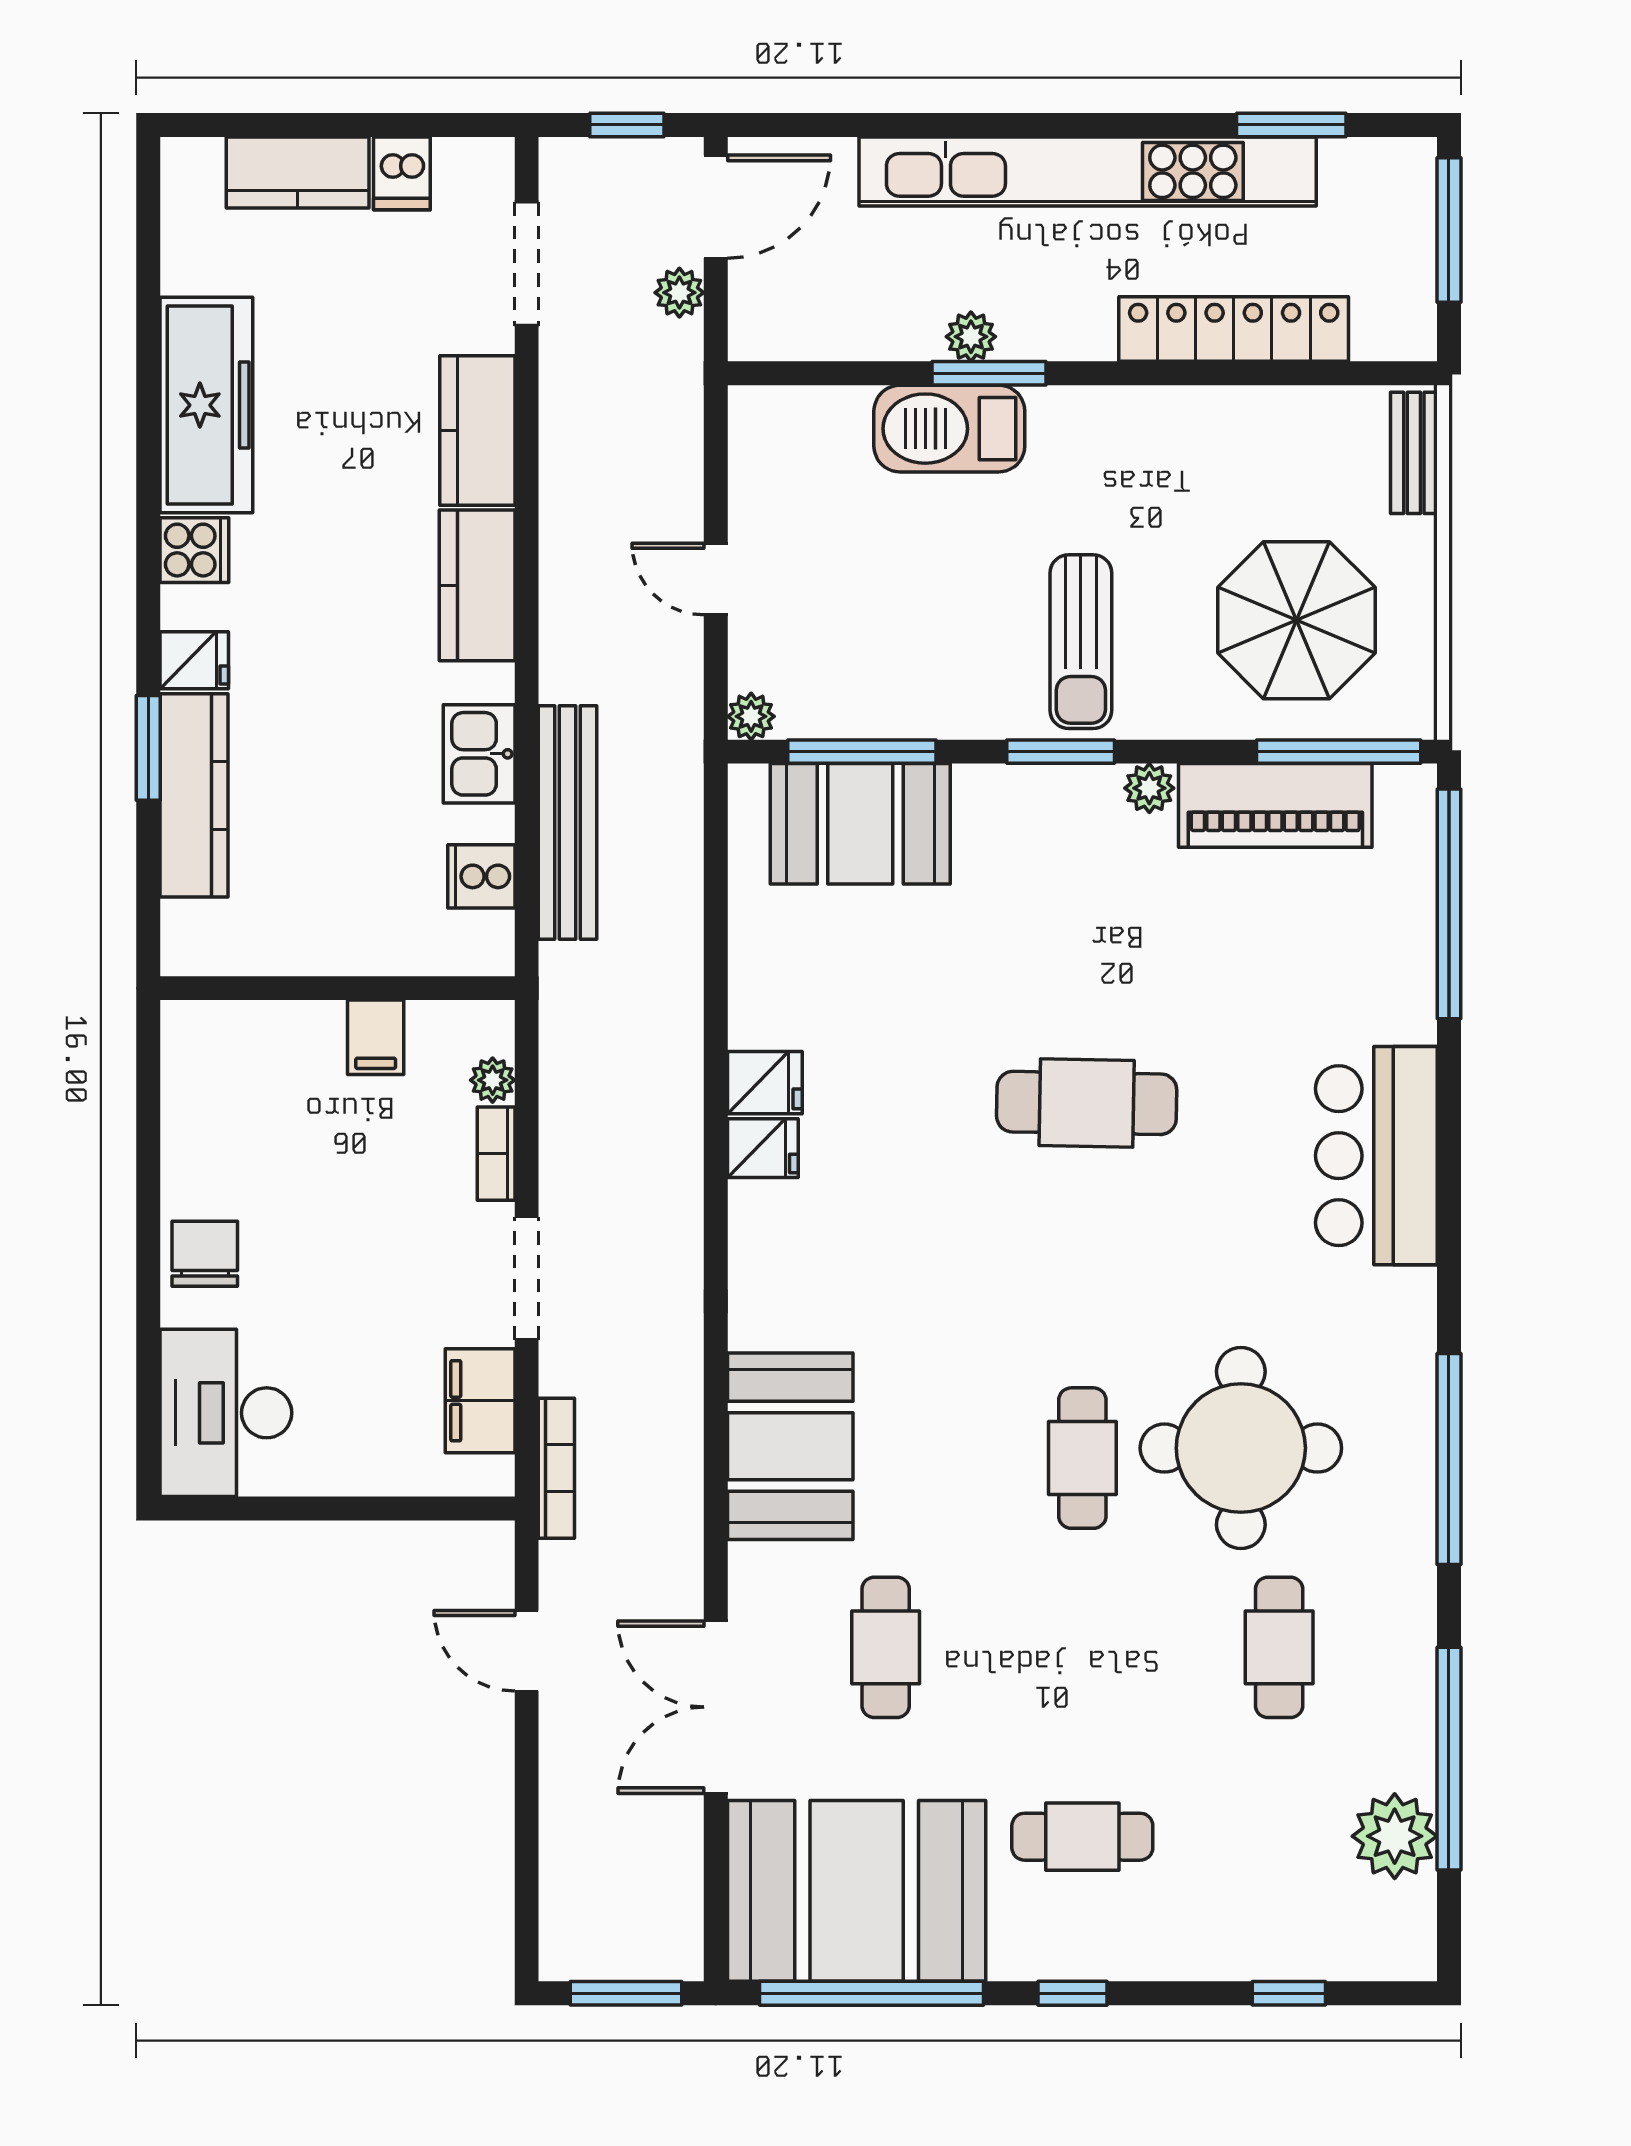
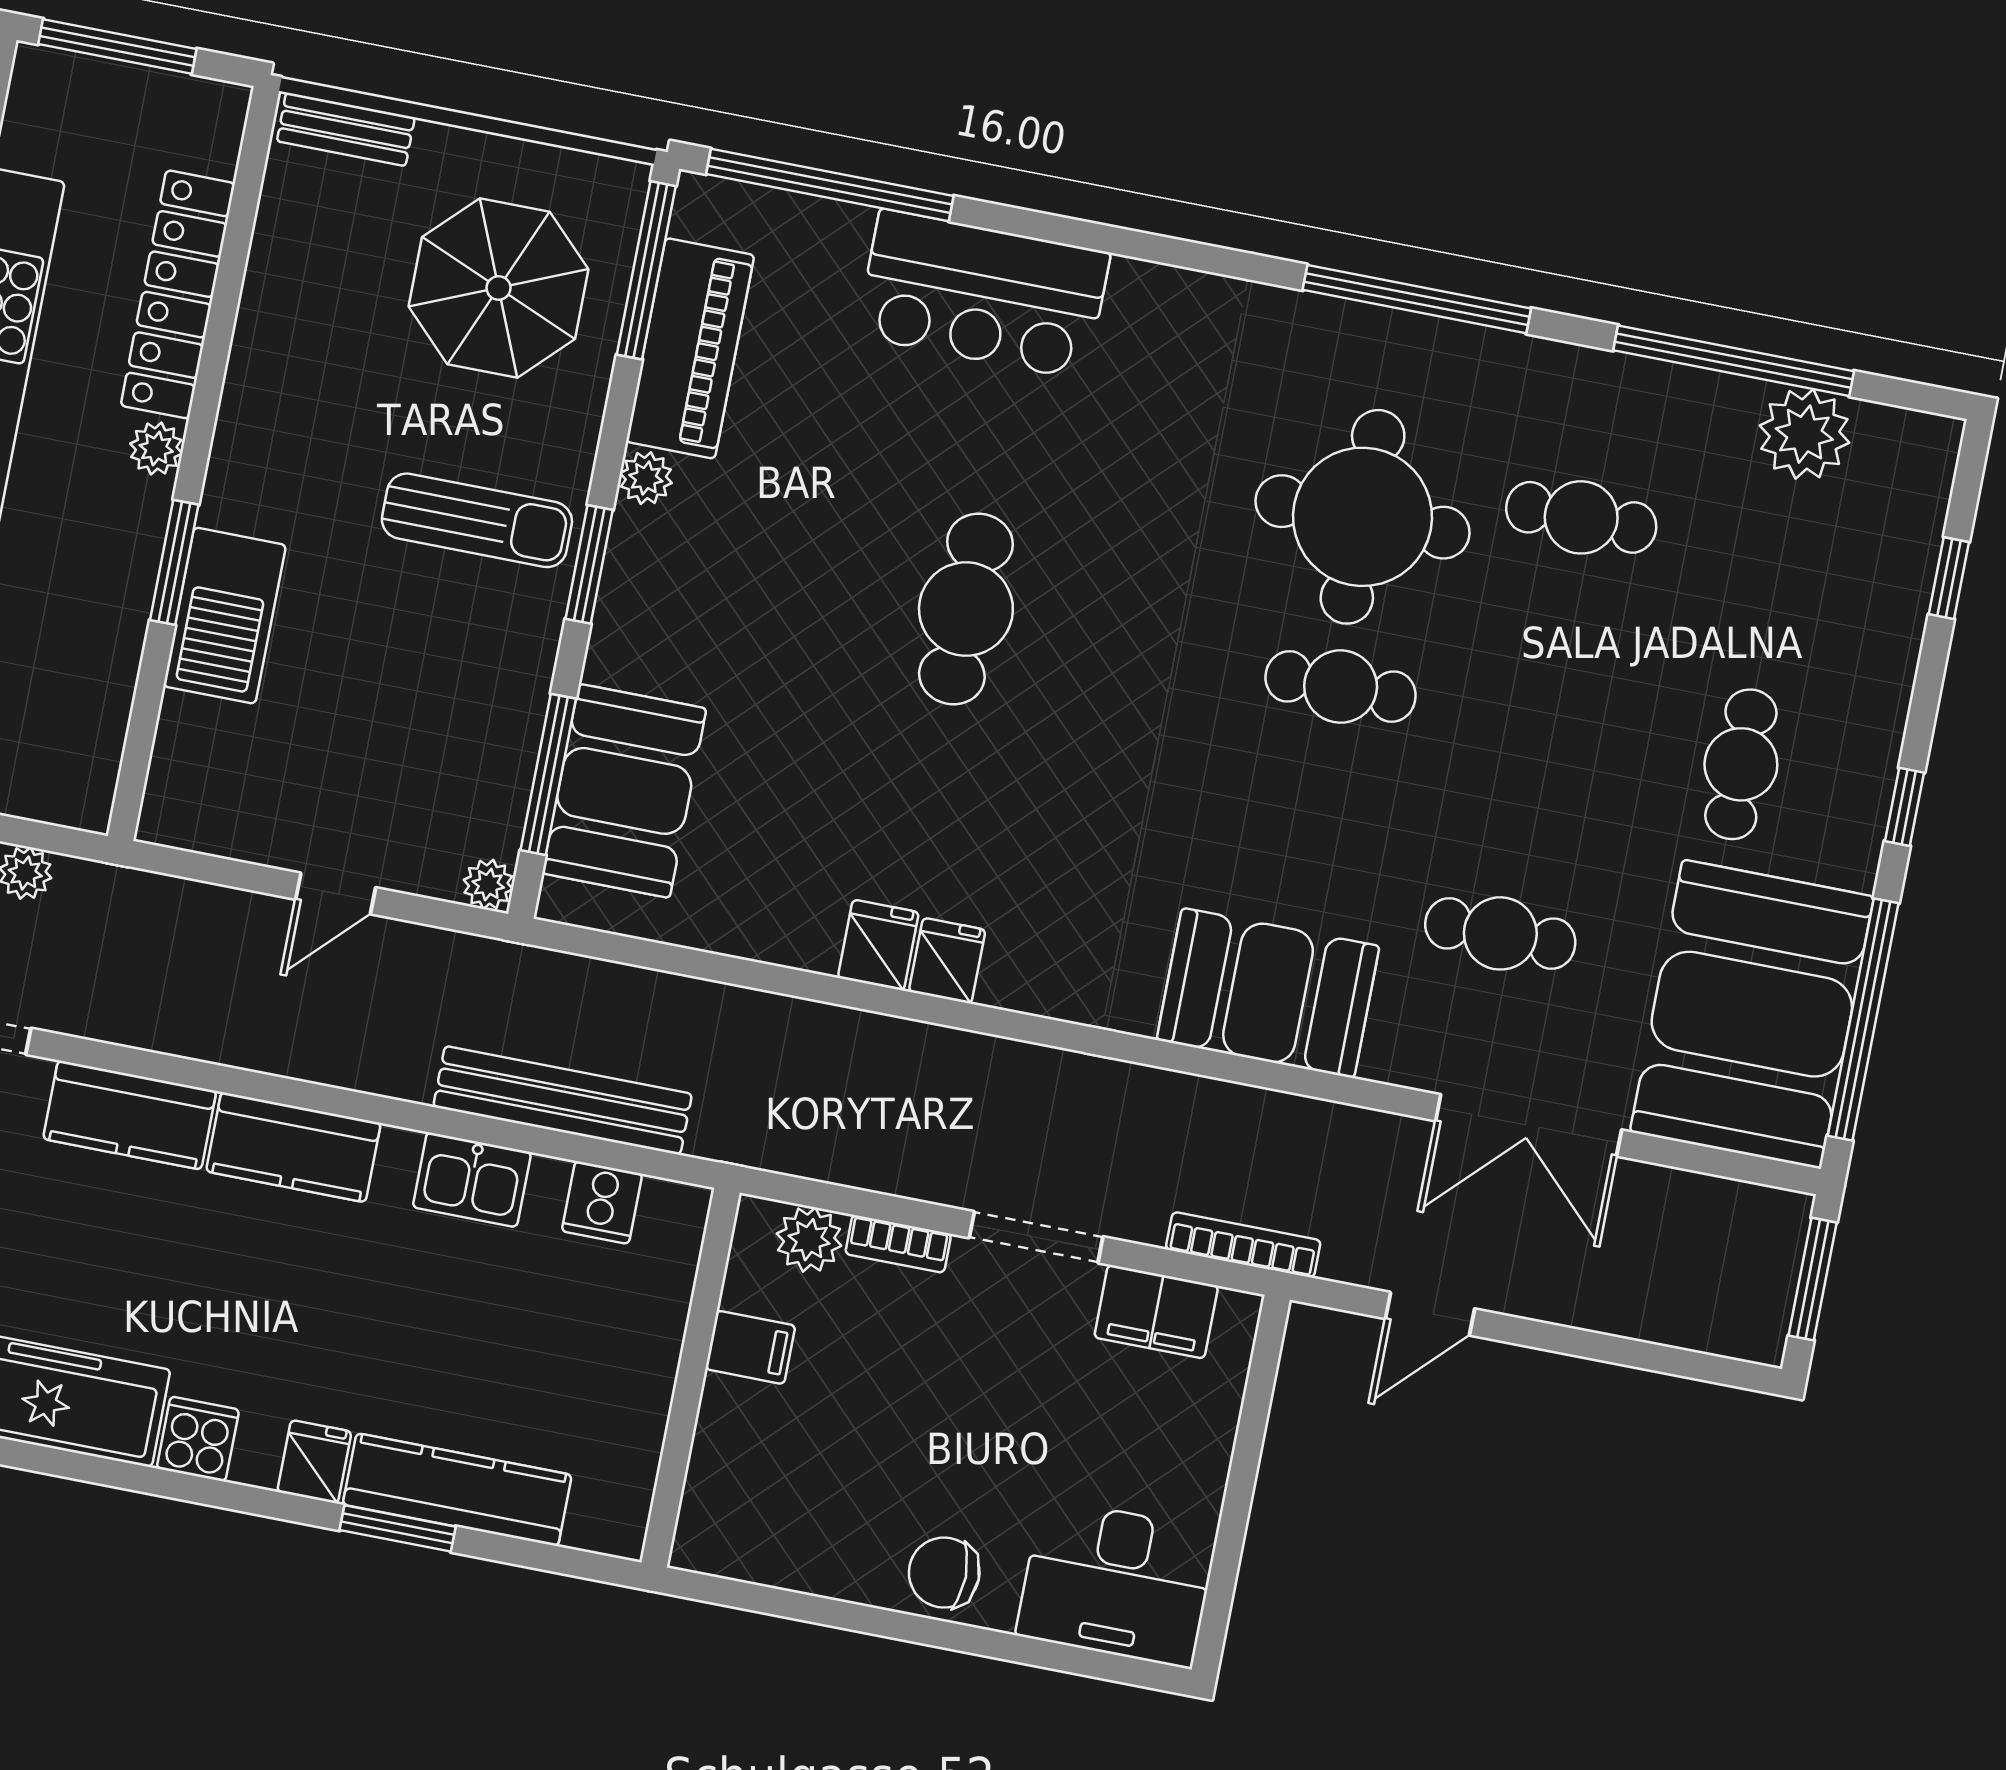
plant: (971, 337) -> (156, 448), moved
plant: (493, 1080) -> (809, 1240), width x1.38, depth x1.38
bar counter: (1376, 1156) -> (983, 294), moved

